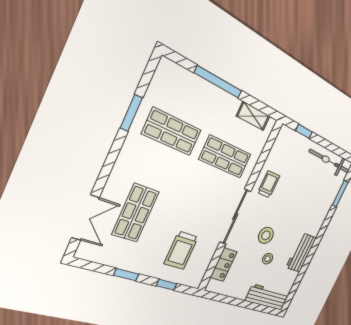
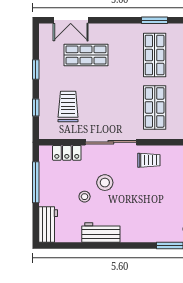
trolley: (181, 250) -> (68, 106), turned 90
workbench: (267, 297) -> (48, 224), width x0.73
window: (234, 302) -> (36, 182), added

